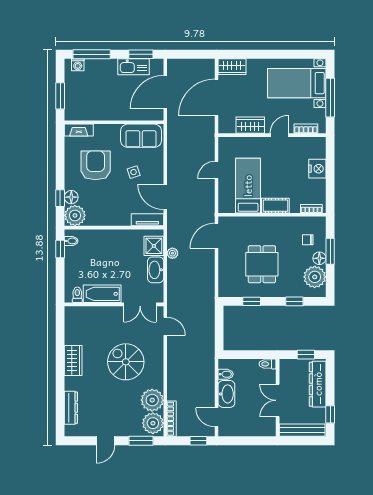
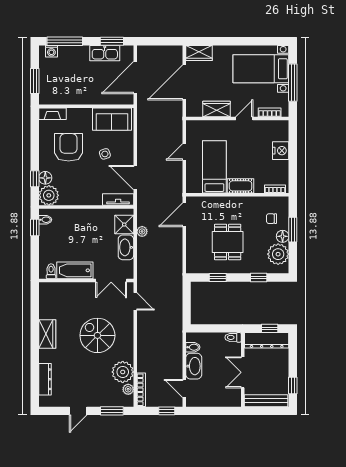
dresser: (318, 384) -> (267, 340), moved, turned -90
plant: (153, 423) -> (128, 389), width x0.53, depth x0.53

